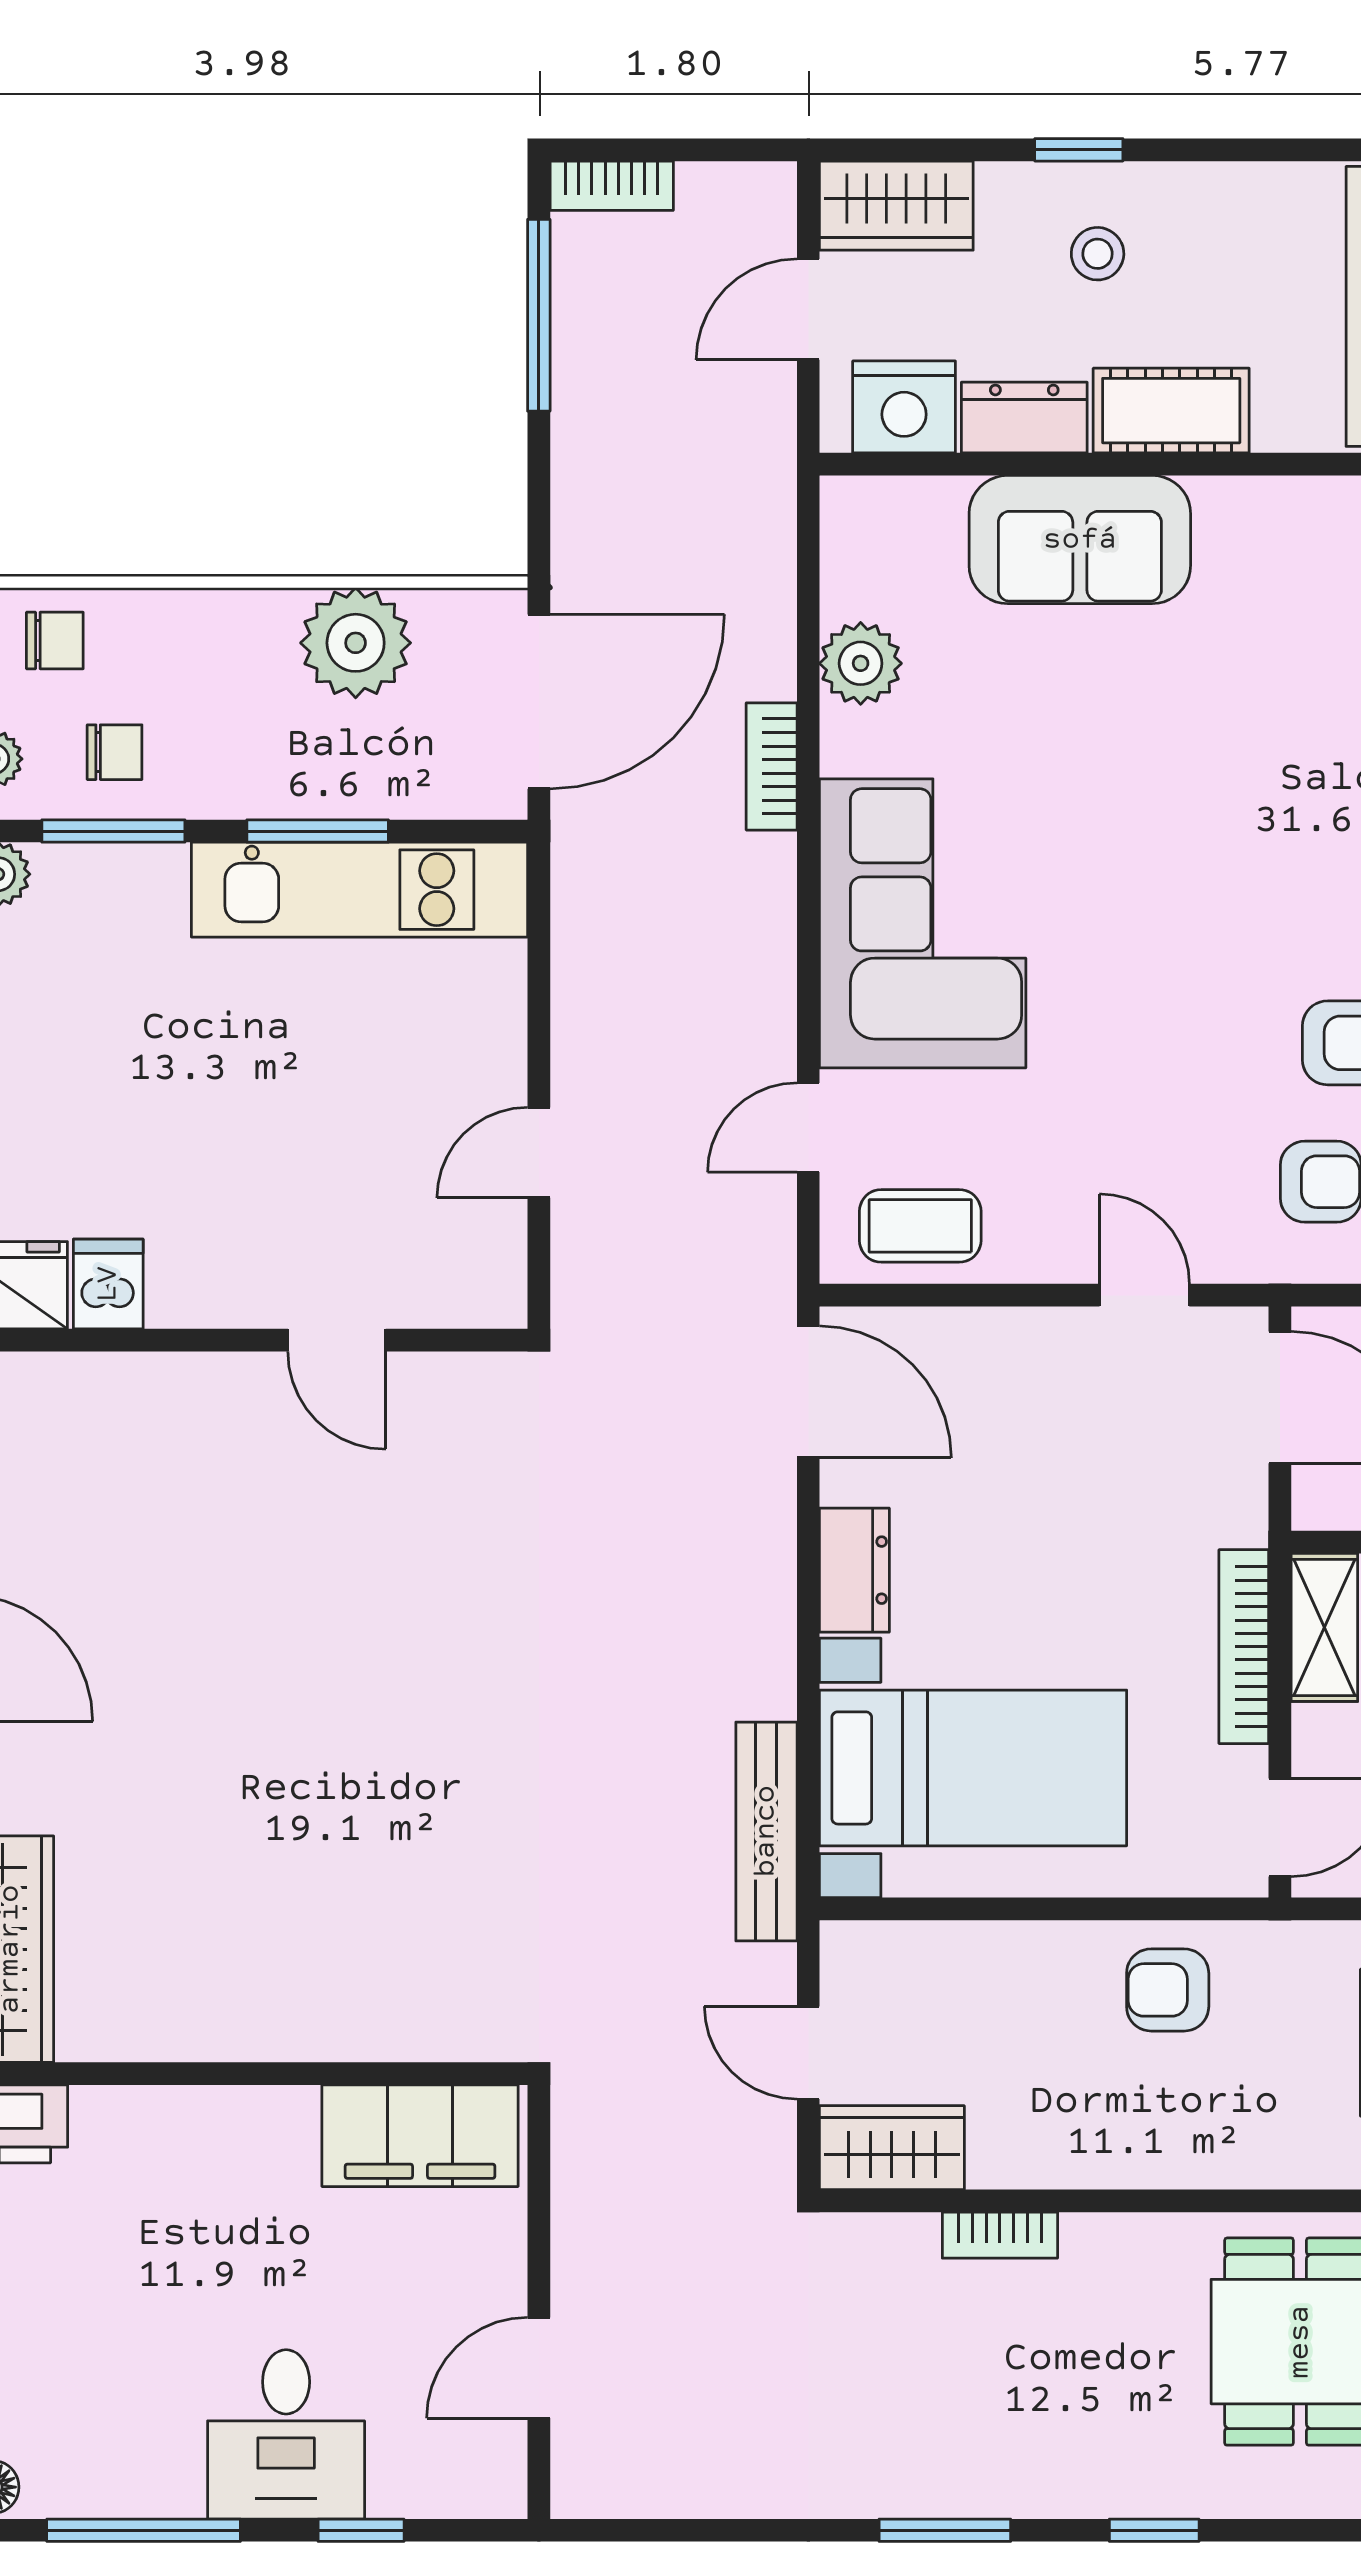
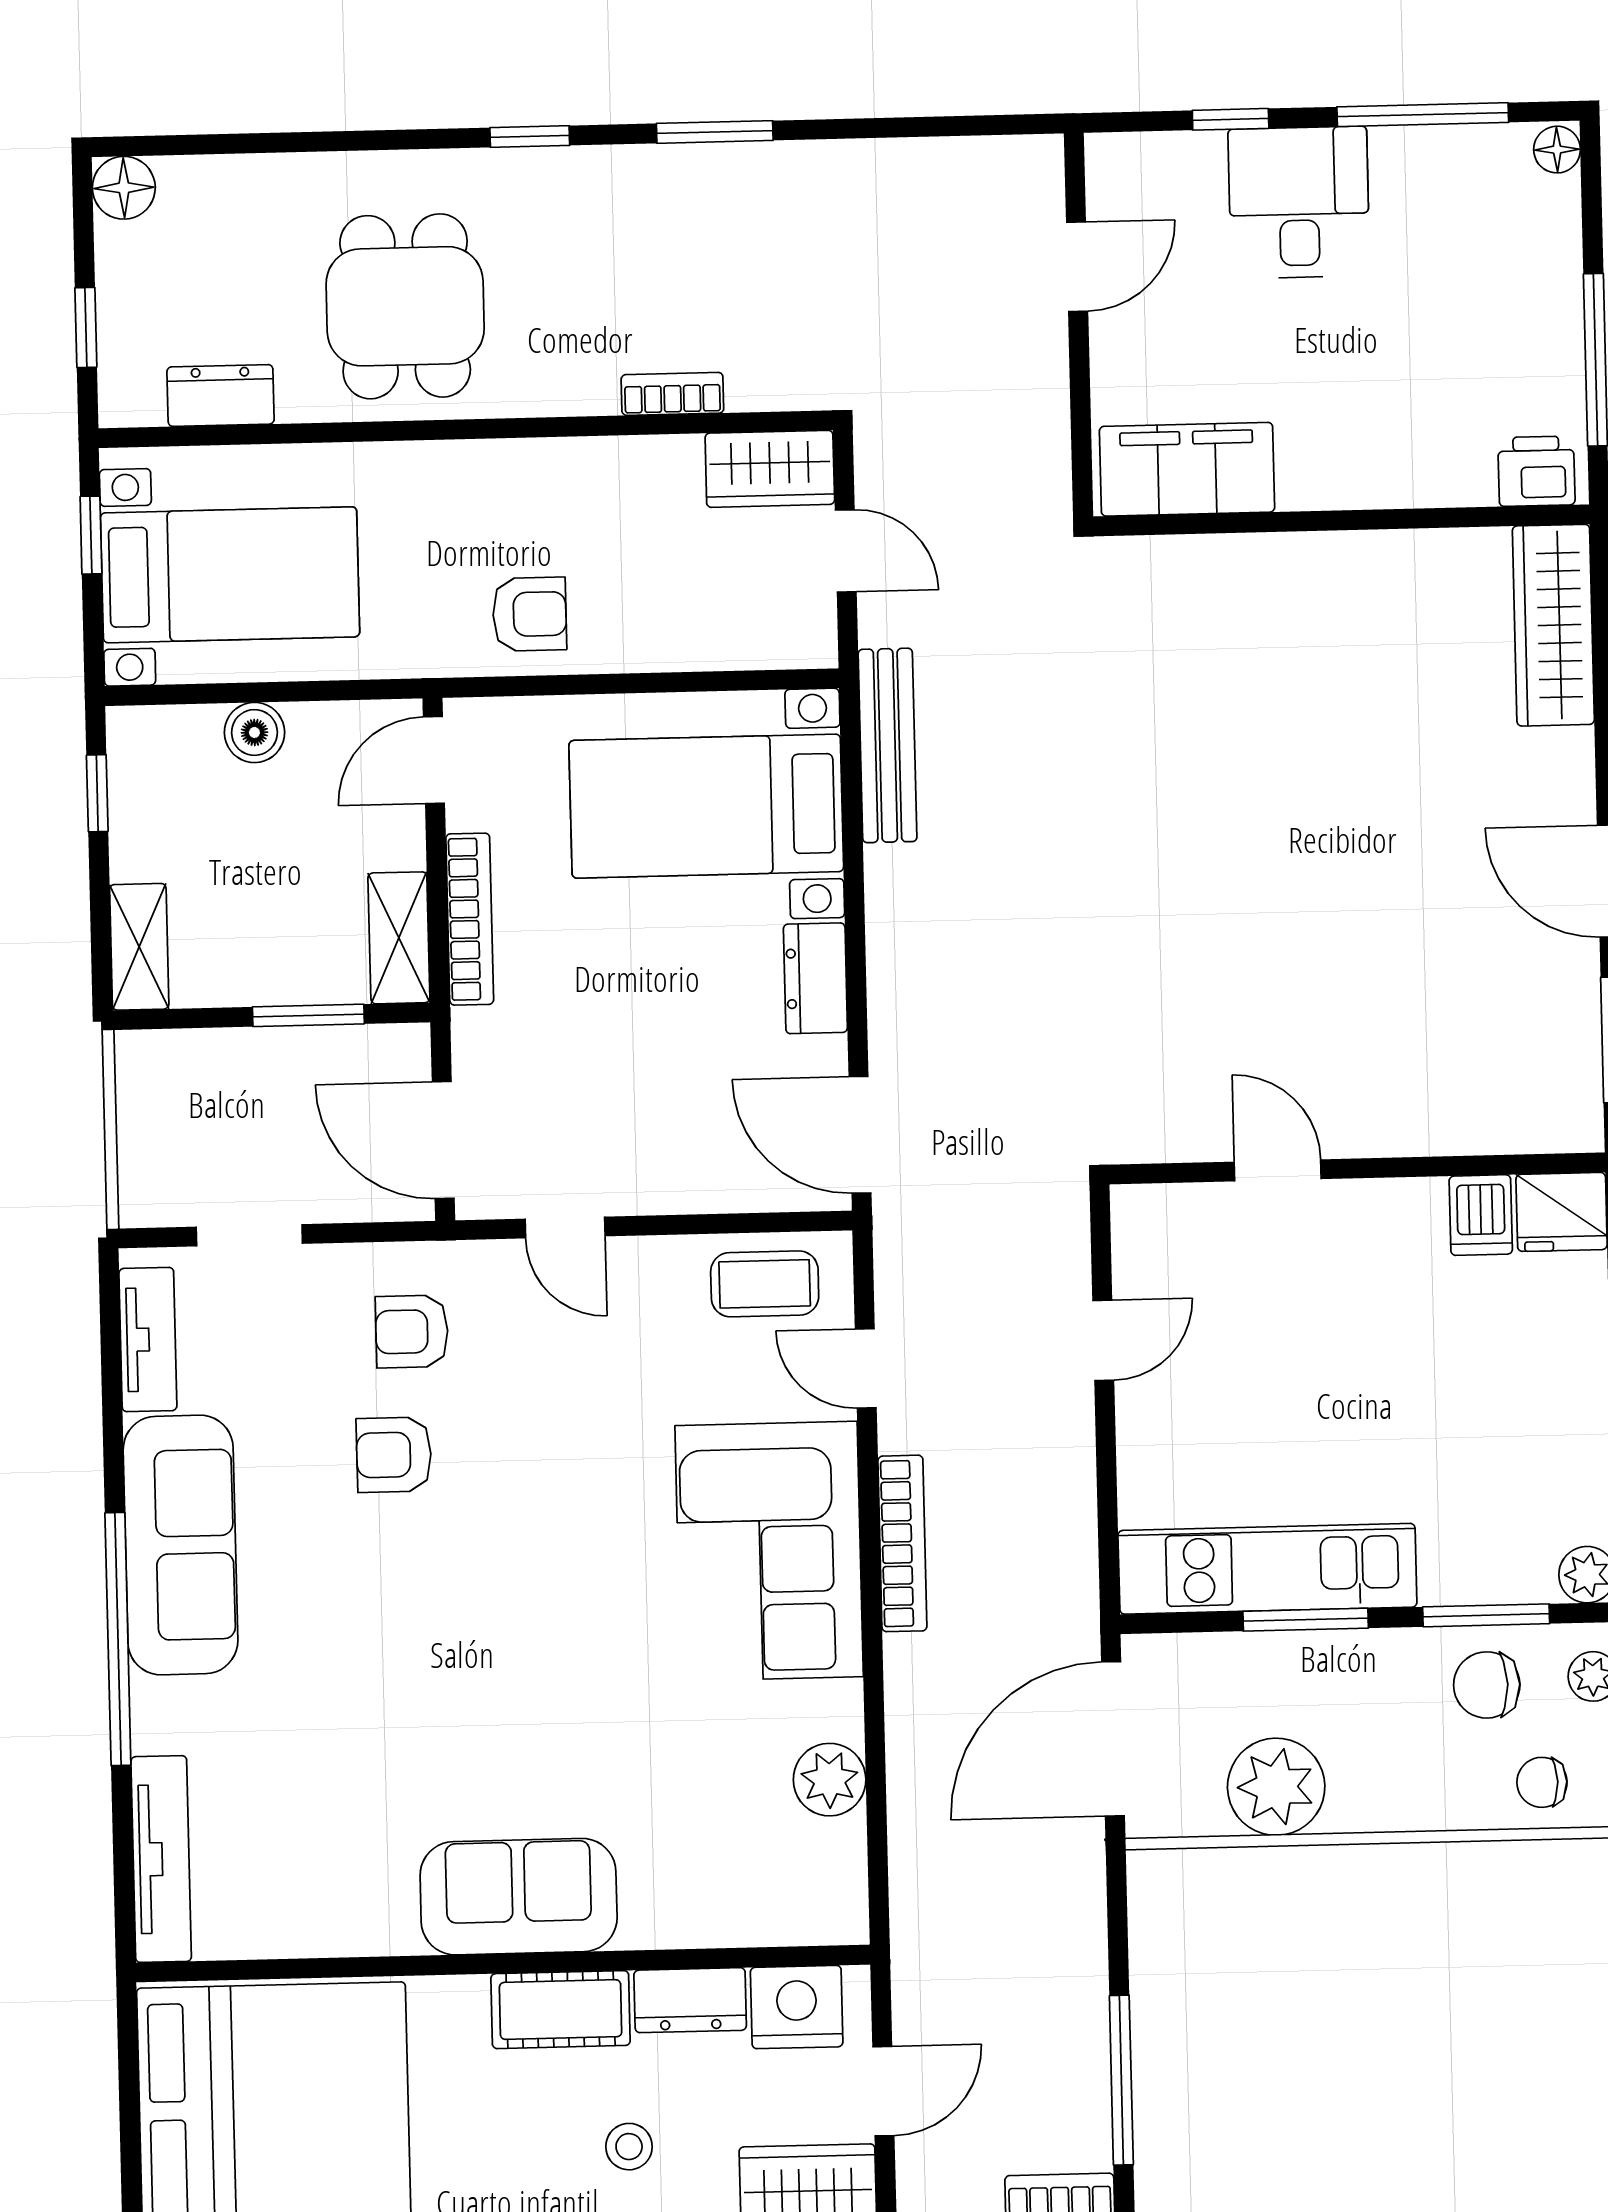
sofa: (1080, 540) -> (519, 1897), moved
chair: (115, 752) -> (1487, 1685), width x1.37, depth x1.37
bookcase: (772, 766) -> (902, 1543), moved, width x1.56
door: (808, 1128) -> (866, 1368), swing flipped

